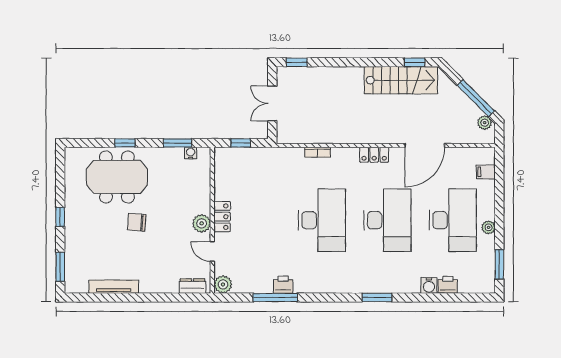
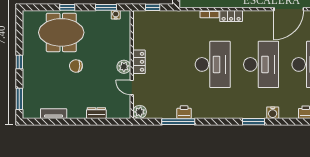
locker: (374, 155) -> (231, 16), moved
water cooler: (429, 285) -> (273, 113), moved
dresser: (192, 286) -> (96, 113), moved
tv unit: (114, 287) -> (54, 114), width x0.71

